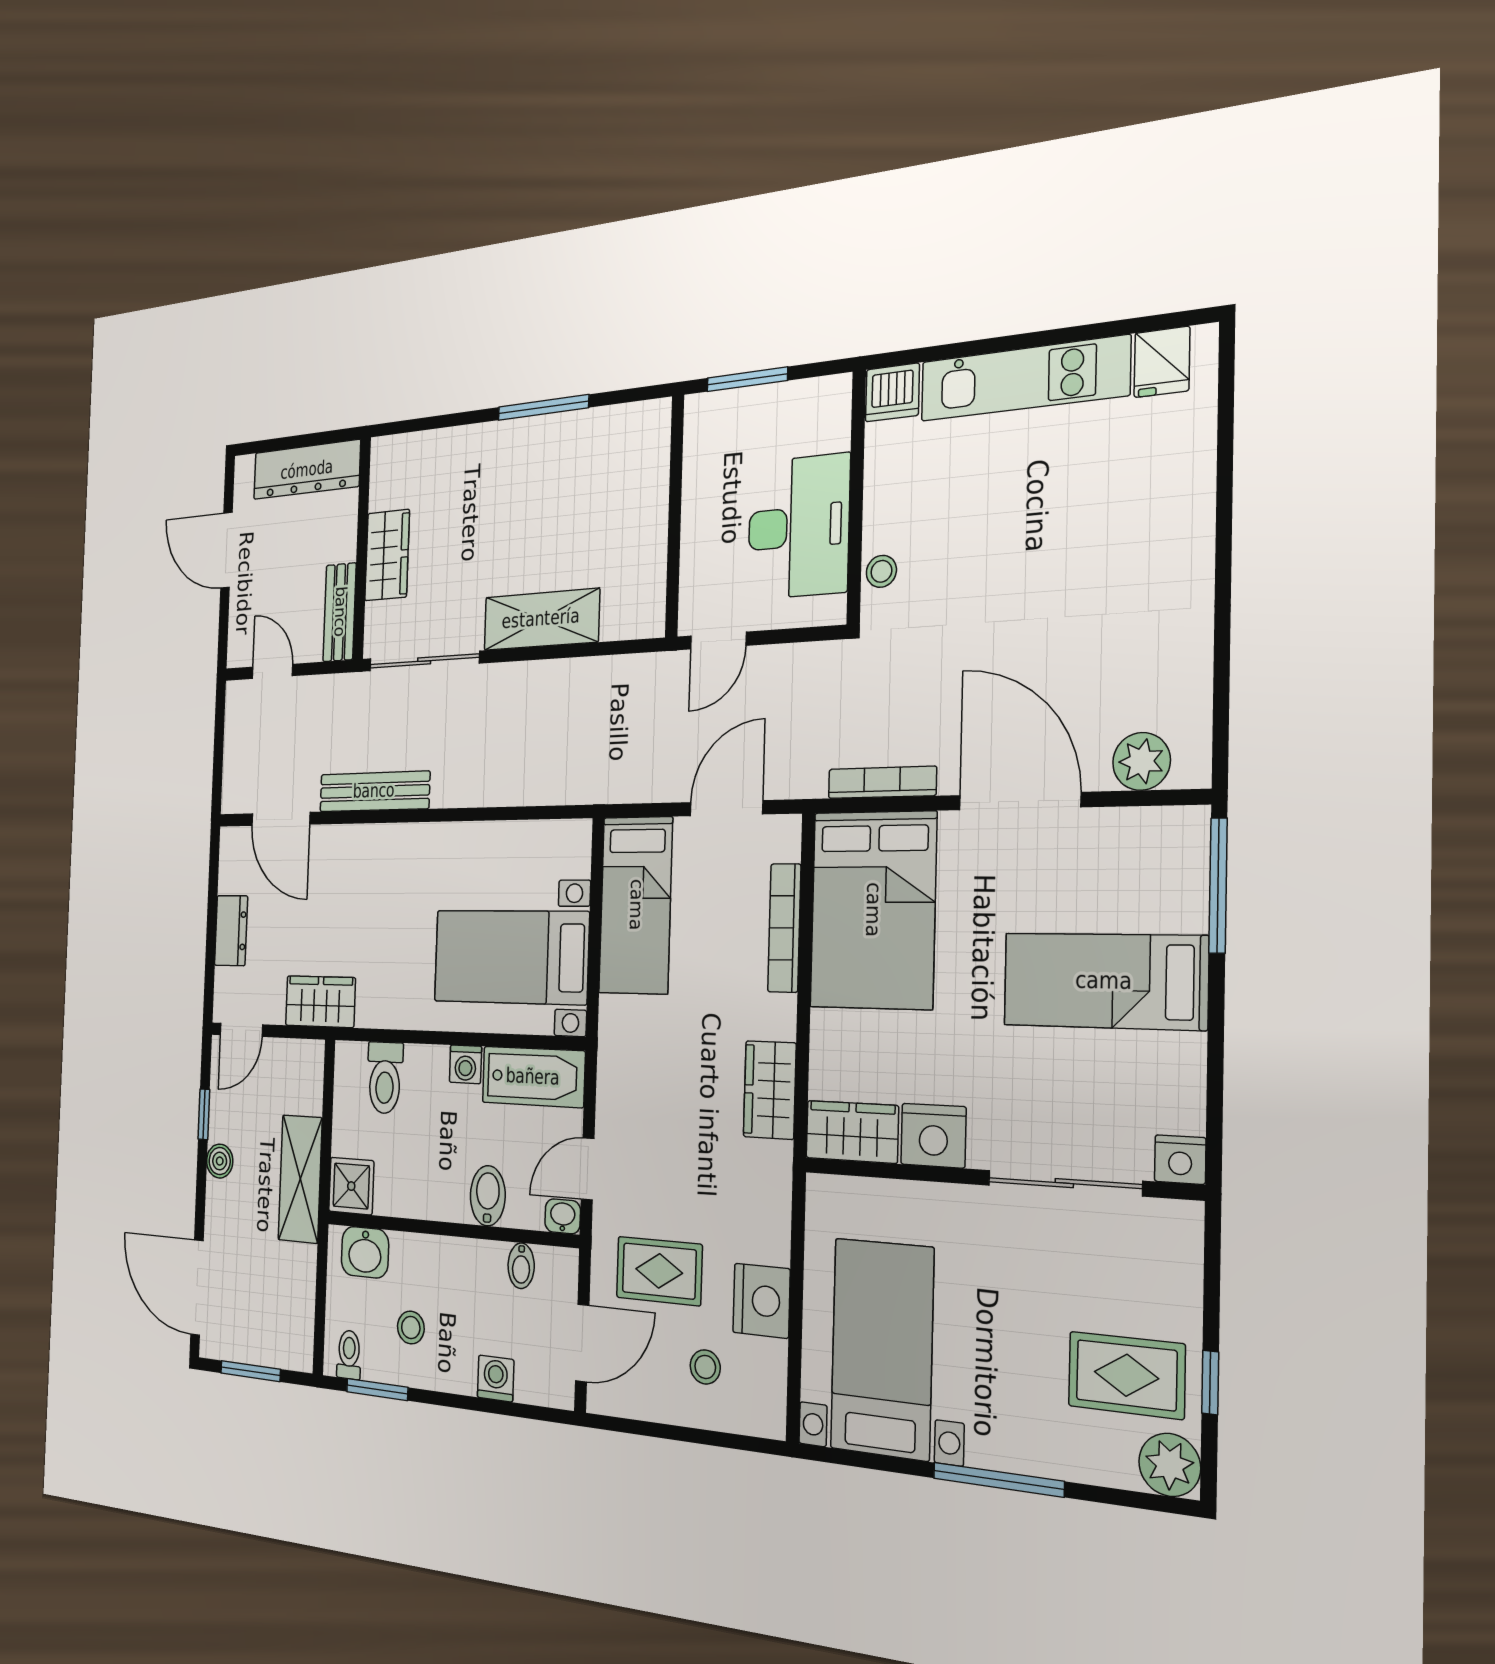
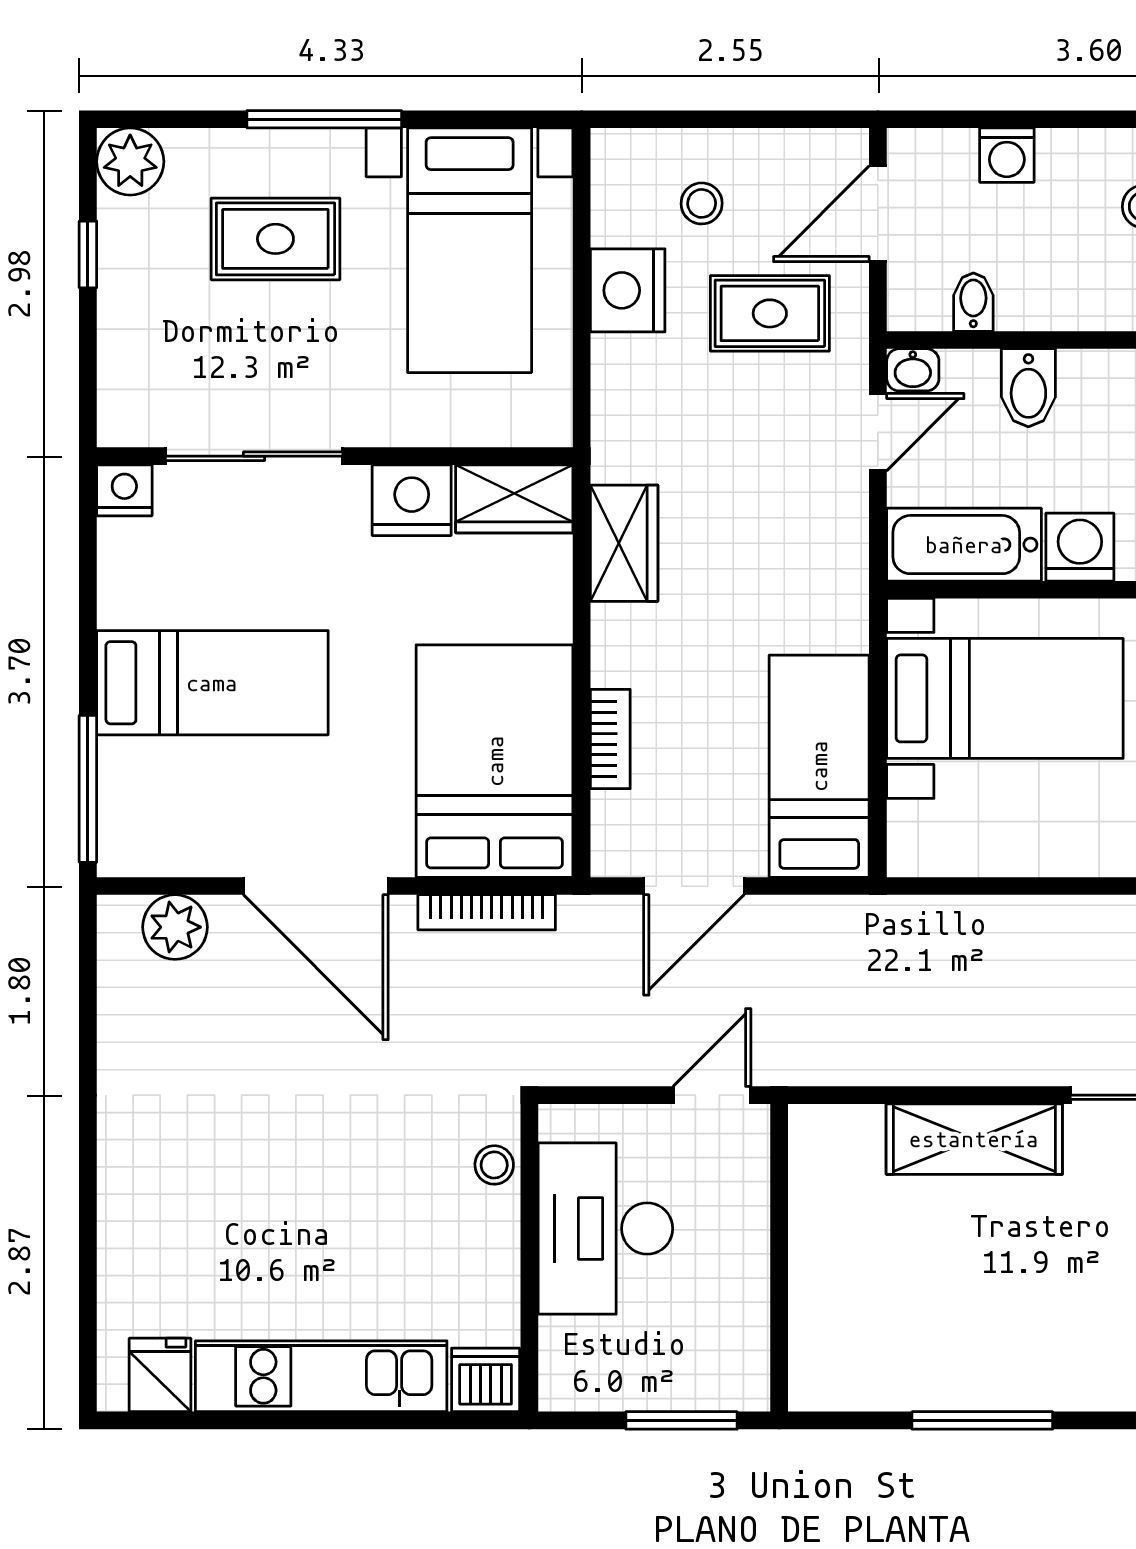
bookcase: (784, 928) -> (610, 739), width x0.64
washing machine: (465, 1064) -> (1080, 547), width x1.38, depth x1.38
rug: (1126, 1375) -> (275, 239), moved

